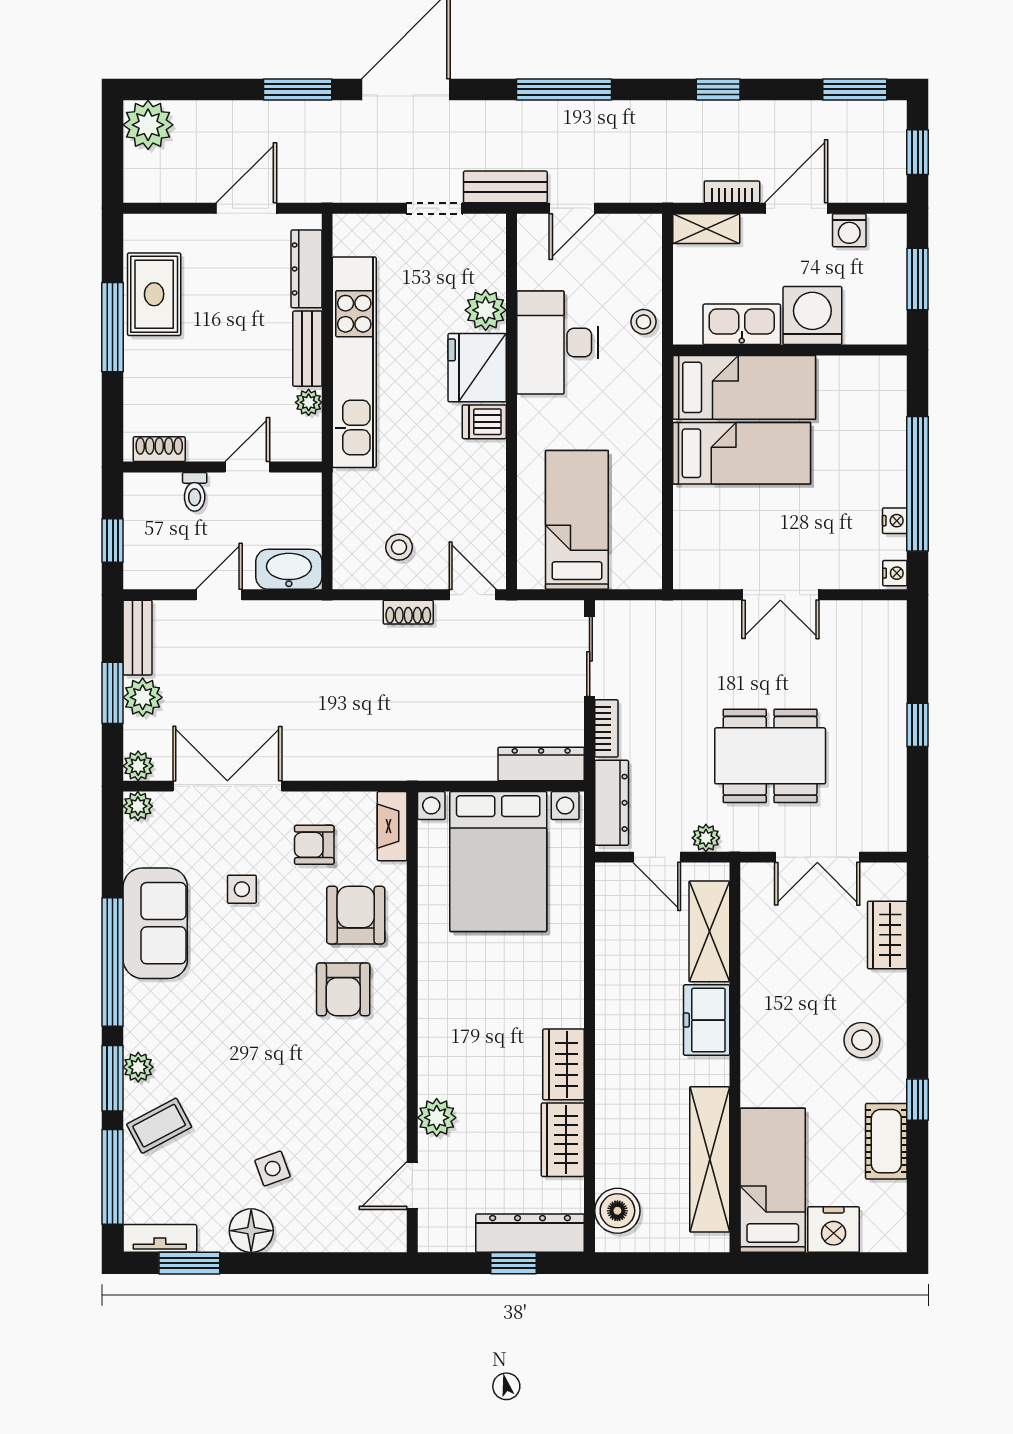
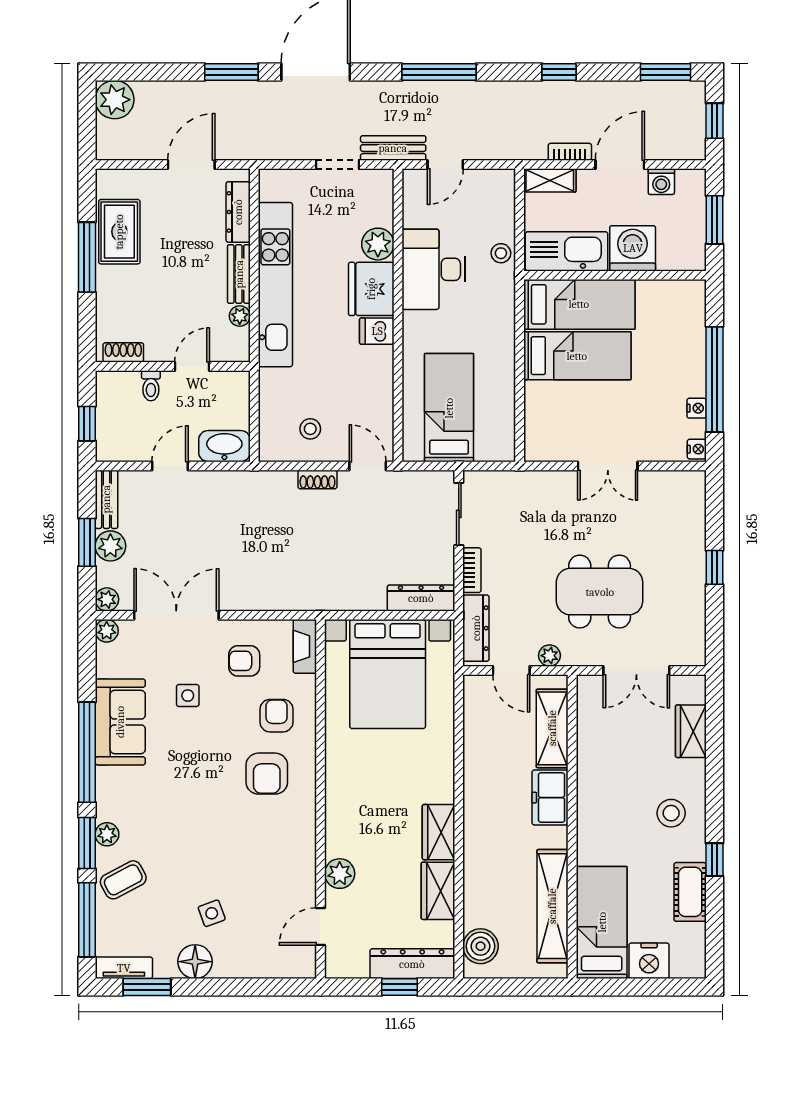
kitchen sink: (742, 324) -> (567, 251), width x1.36, depth x1.24
armchair: (356, 915) -> (276, 716), width x0.72, depth x0.72

